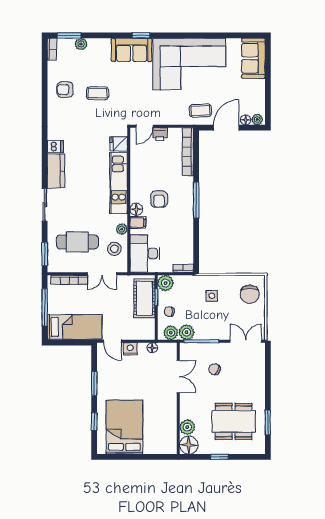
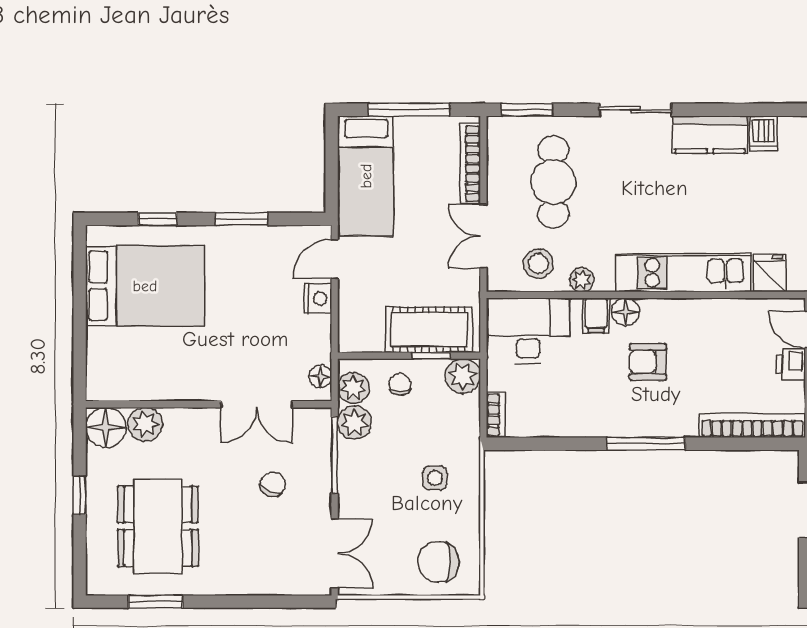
floor lamp: (152, 348) -> (320, 376), moved

